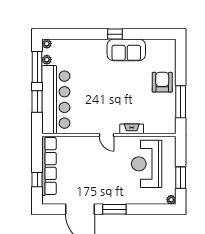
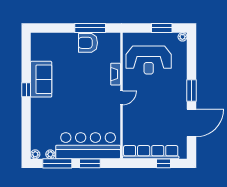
armchair: (162, 82) -> (88, 43), moved

